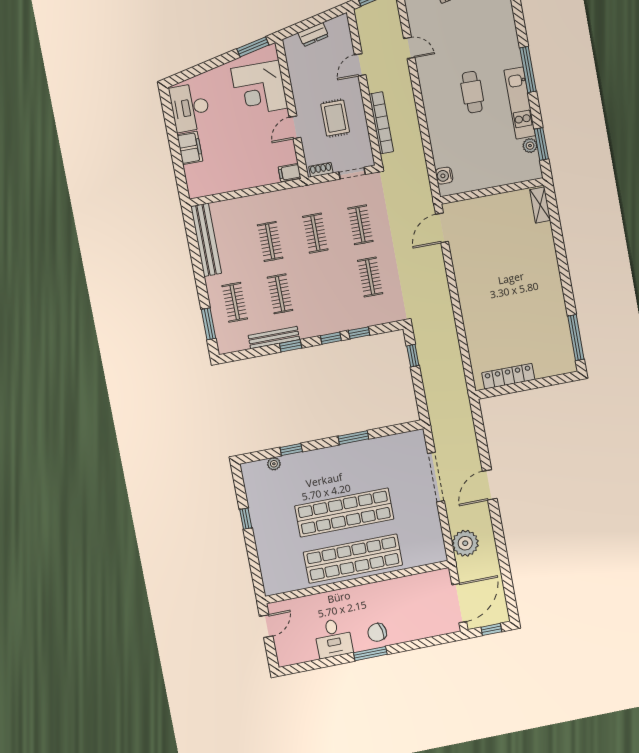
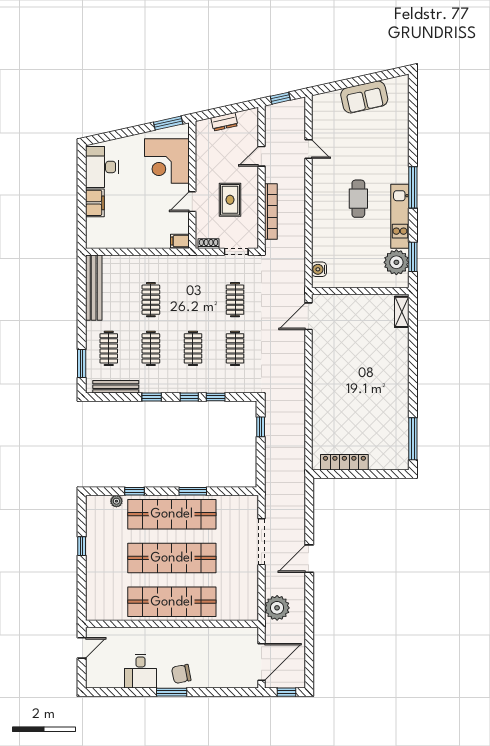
plant: (530, 146) -> (396, 262), width x1.87, depth x1.87
clothes rail: (315, 233) -> (193, 348), moved
bench: (274, 337) -> (116, 387), moved
shop shelf: (336, 466) -> (172, 514), added

